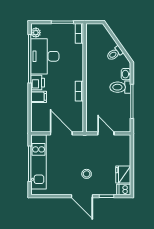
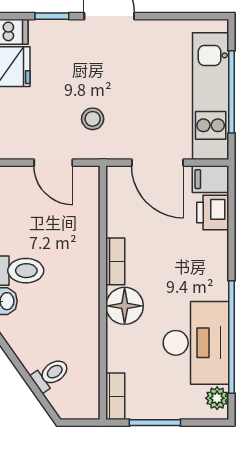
toilet: (115, 53) -> (51, 375), moved
floor lamp: (75, 72) -> (125, 306), added
printer: (38, 83) -> (213, 213), moved
filing cabinet: (39, 97) -> (210, 179), moved
stool: (87, 174) -> (93, 119), moved

